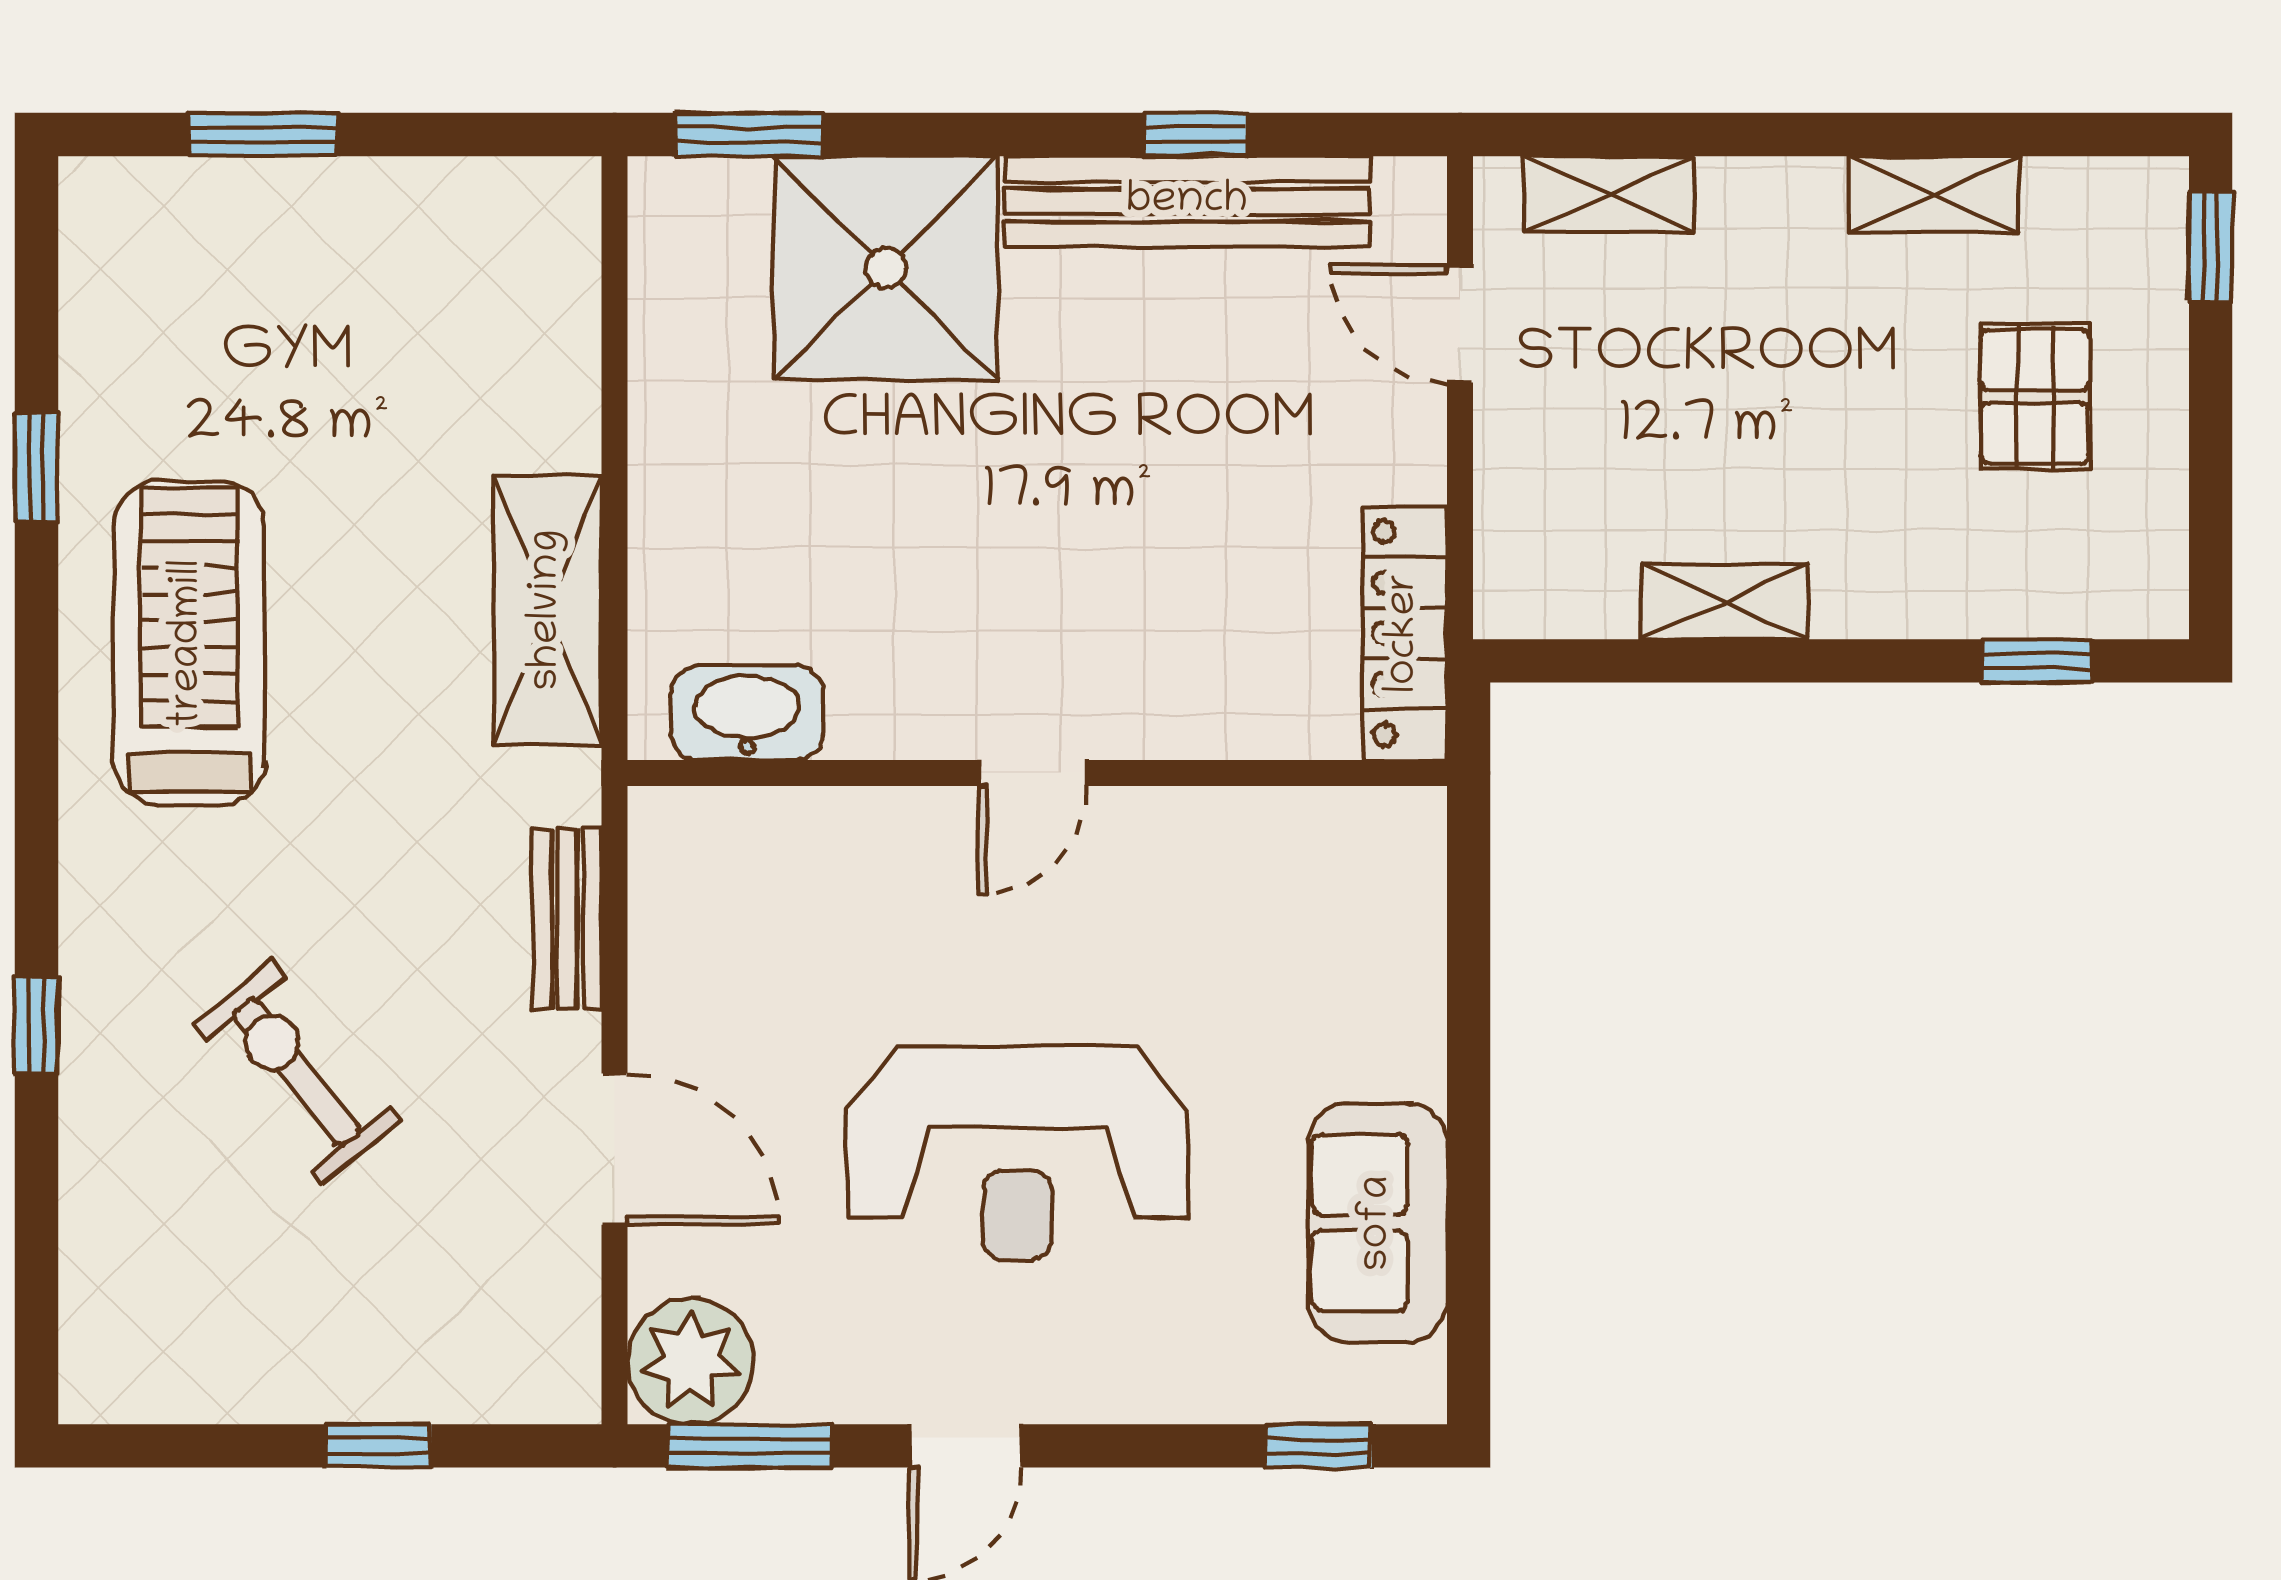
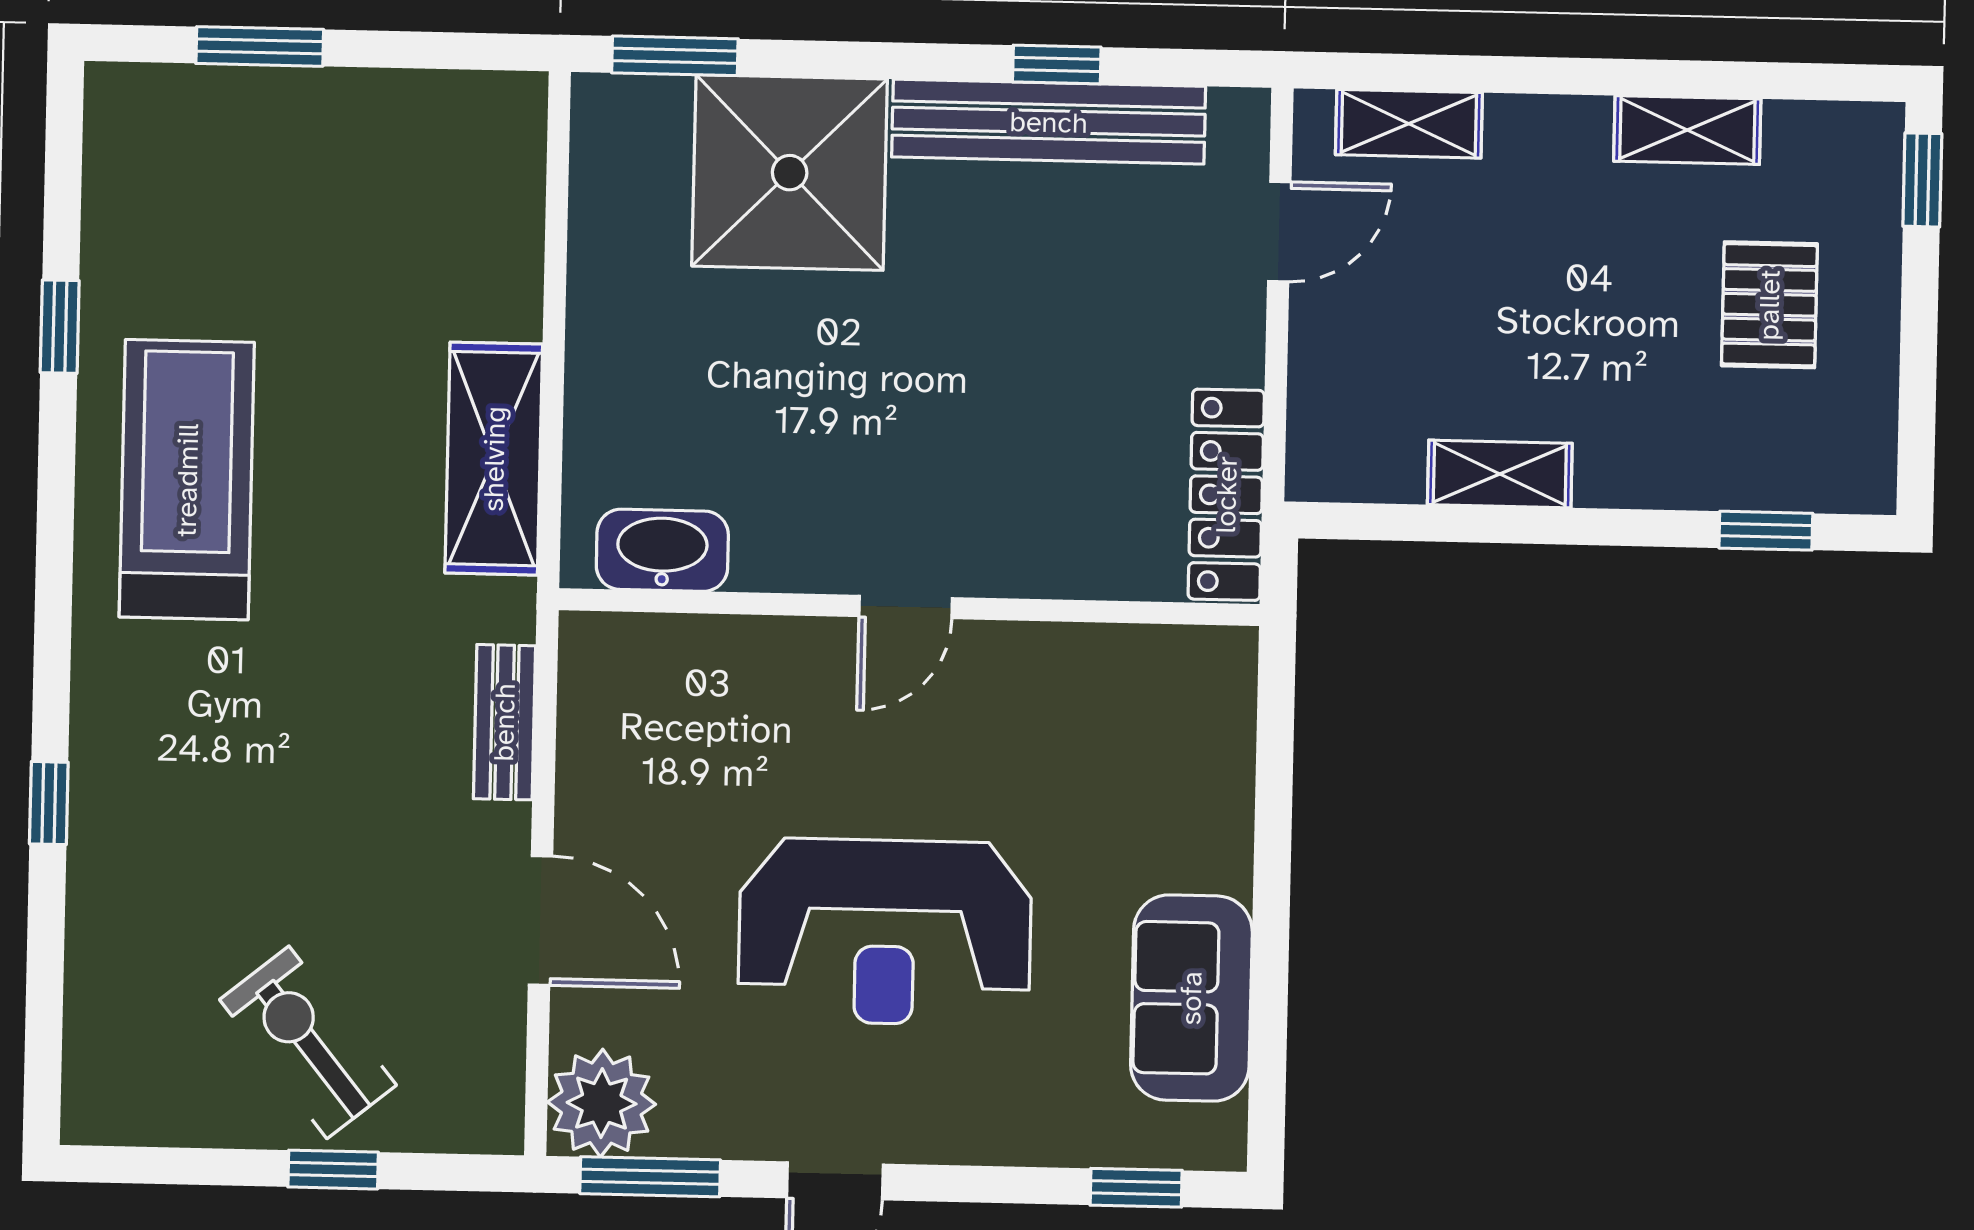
door: (1460, 324) -> (1279, 232), swing flipped
exercise bike: (297, 1072) -> (308, 1042), moved

